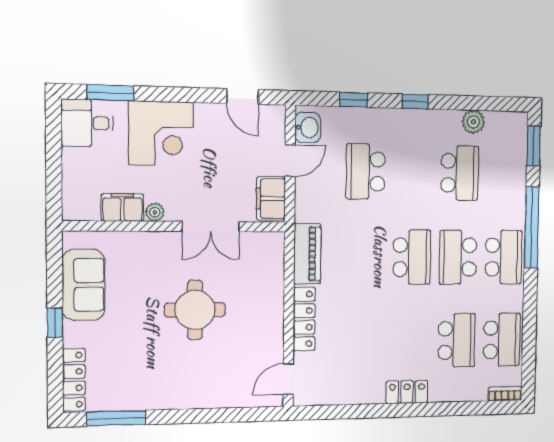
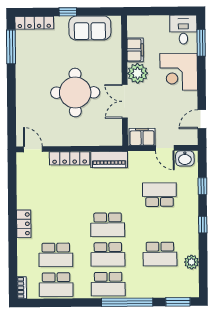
plant: (155, 212) -> (138, 73), width x1.87, depth x1.87
school desk: (458, 257) -> (108, 254), turned 180
round table: (195, 310) -> (75, 93), width x1.36, depth x1.36

